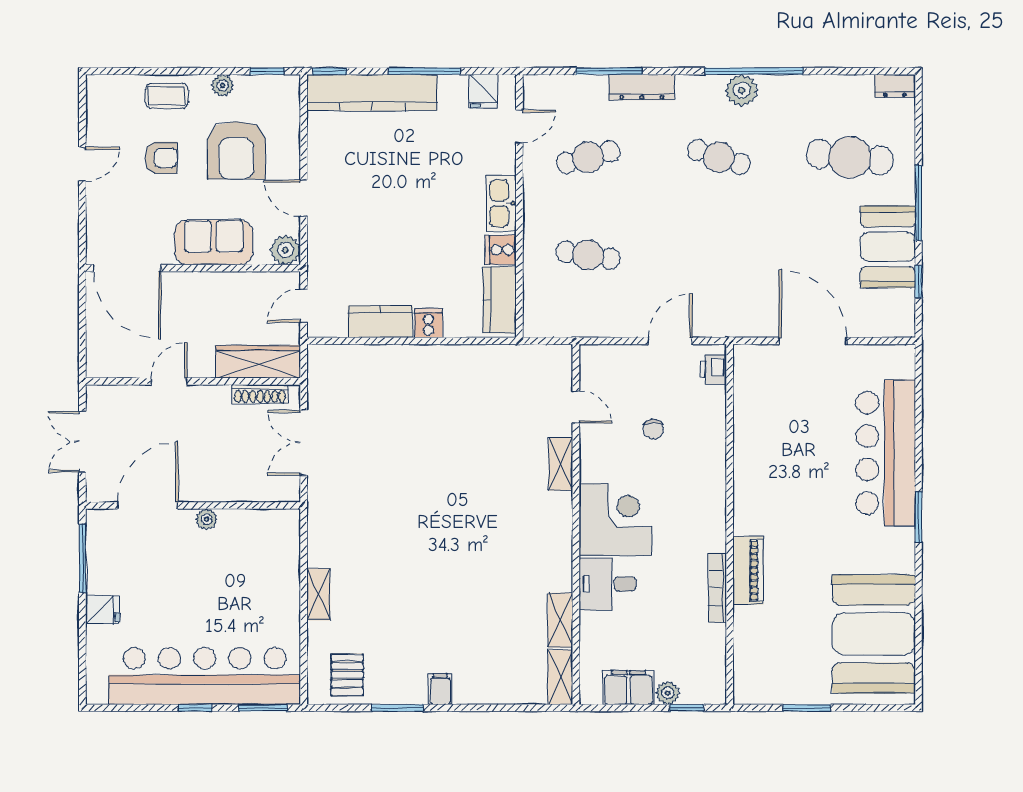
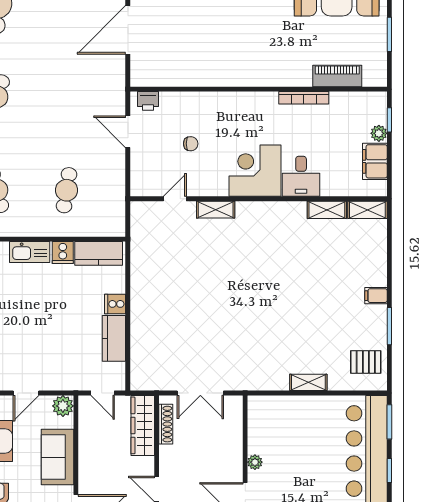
piano: (748, 570) -> (337, 76), moved

